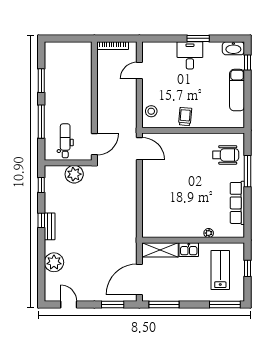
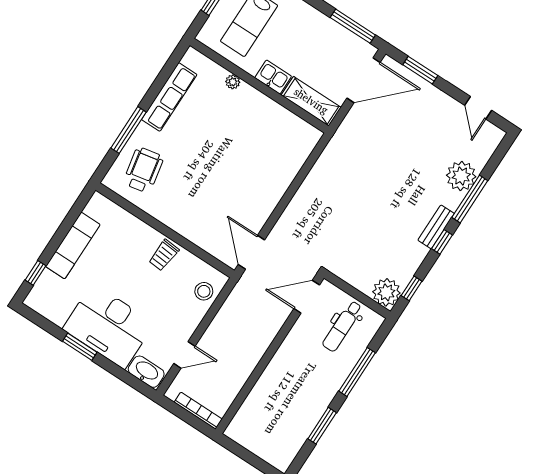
washbasin: (233, 48) -> (146, 372), moved
desk: (190, 55) -> (109, 326), width x1.87, depth x1.30
wheelchair: (226, 155) -> (143, 170), turned 79
plant: (74, 174) -> (386, 292), moved
window: (41, 253) -> (470, 199), added

